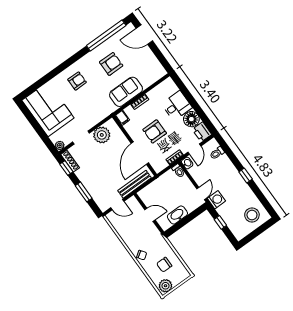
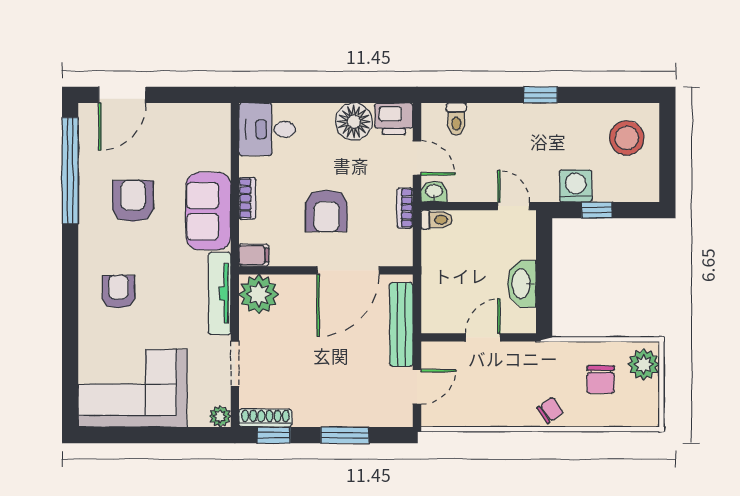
desk: (177, 106) -> (267, 129), moved, turned -90
tv unit: (101, 116) -> (220, 293), added
plant: (102, 135) -> (259, 294), moved
door: (140, 153) -> (348, 270), hinge flipped
washing machine: (216, 200) -> (576, 186), moved
plant: (165, 286) -> (644, 364), moved

